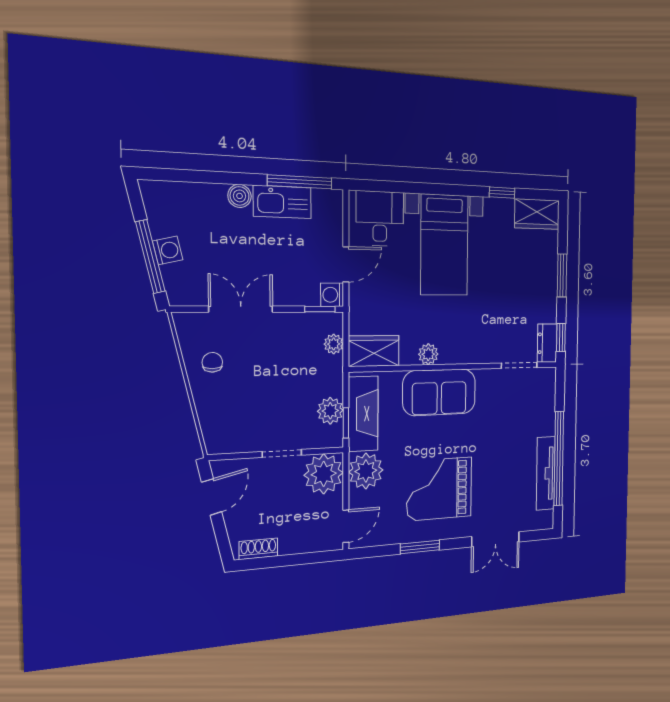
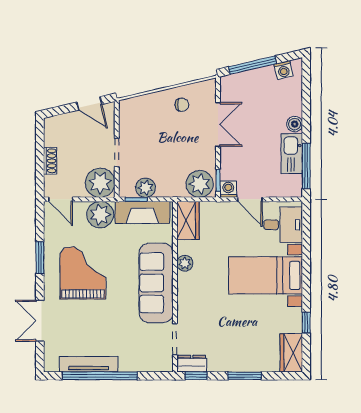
washing machine: (168, 250) -> (283, 70), moved
plant: (334, 344) -> (200, 184), width x1.88, depth x1.88
sofa: (439, 392) -> (156, 283), width x1.36
shoe rack: (258, 549) -> (50, 161), moved

